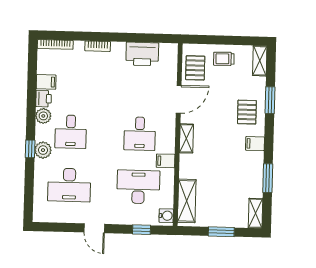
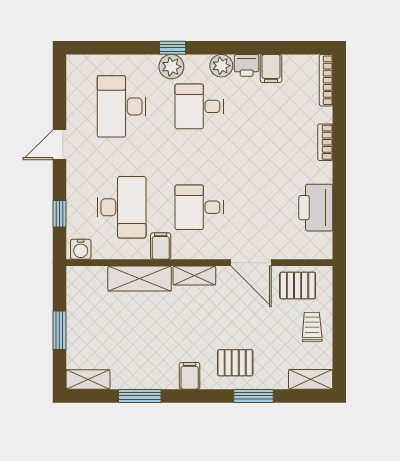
shelving: (187, 201) -> (140, 279), moved

